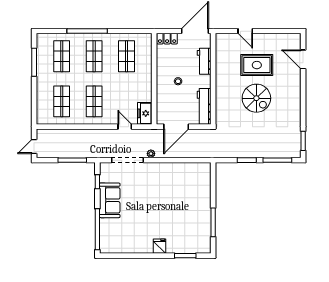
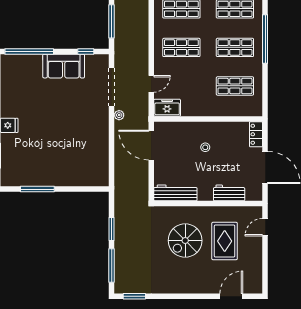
workbench: (204, 61) -> (229, 193), moved
wall: (213, 79) -> (208, 204), moved
workbench: (204, 106) -> (175, 193), moved

